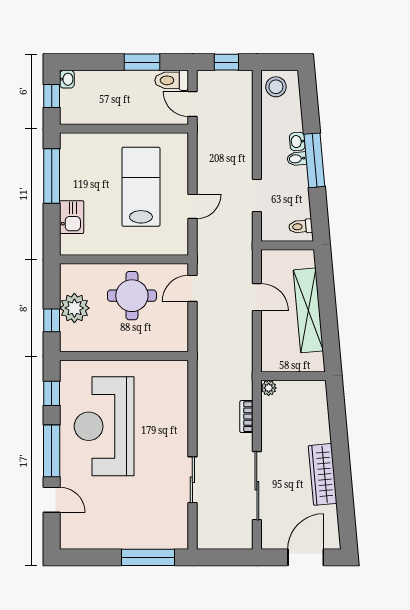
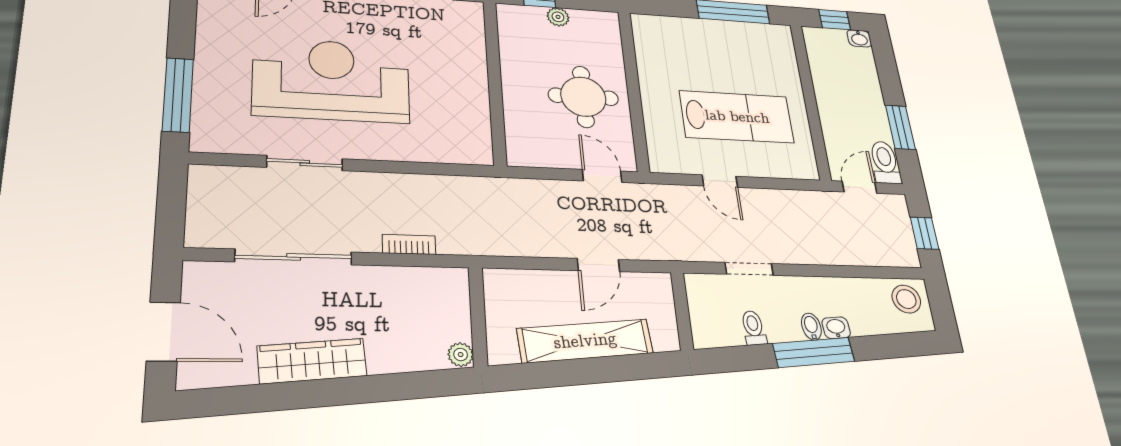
kitchen sink: (72, 217) -> (683, 31), removed
toilet: (301, 226) -> (753, 328), moved
plant: (74, 308) -> (558, 17), width x0.53, depth x0.53
plant: (269, 388) -> (461, 355), moved
reception desk: (104, 426) -> (332, 80), moved

